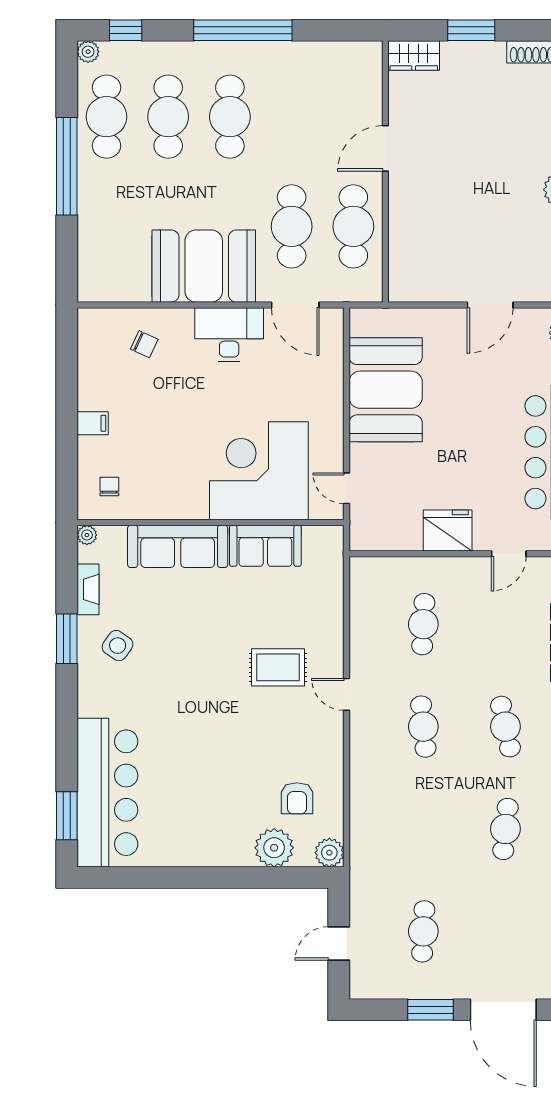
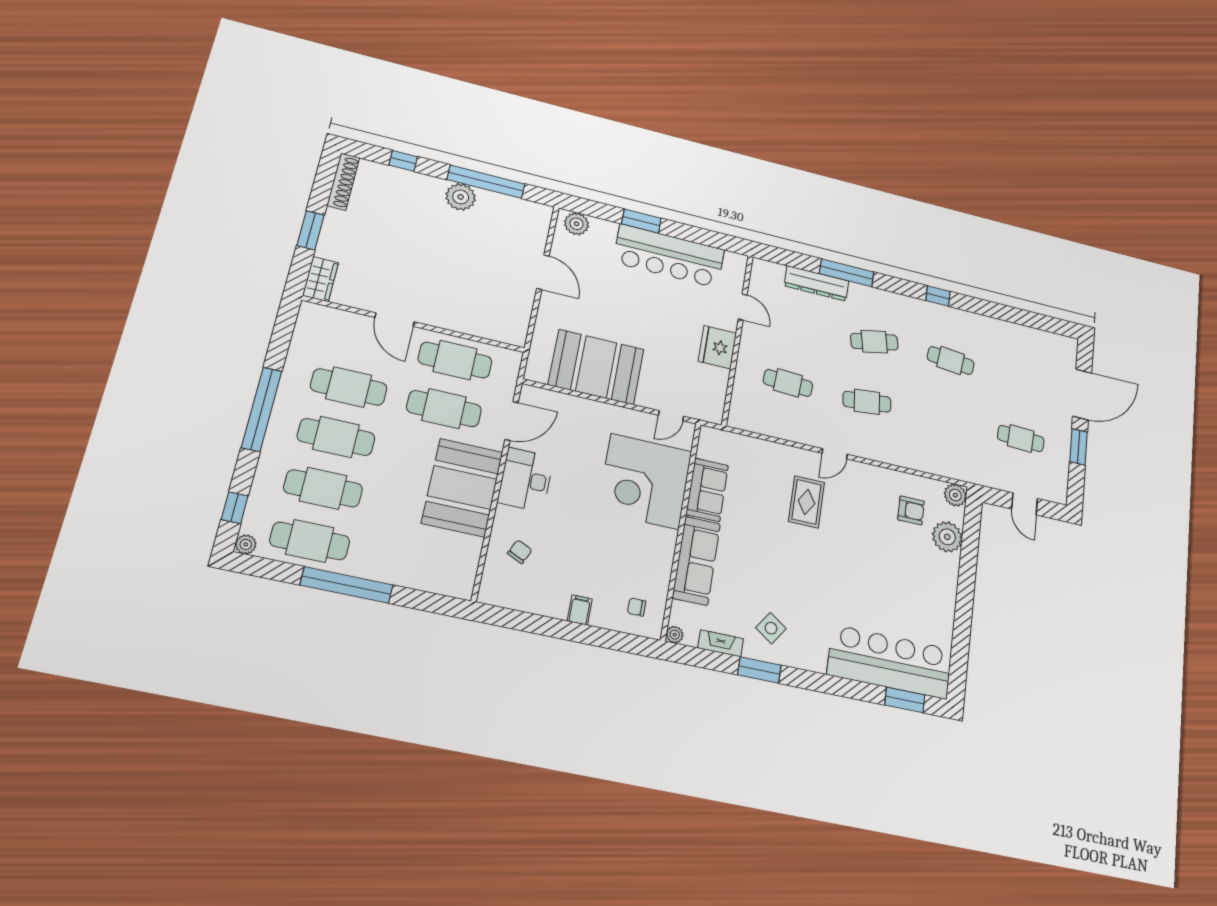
cafe table: (292, 117) -> (349, 387), added

